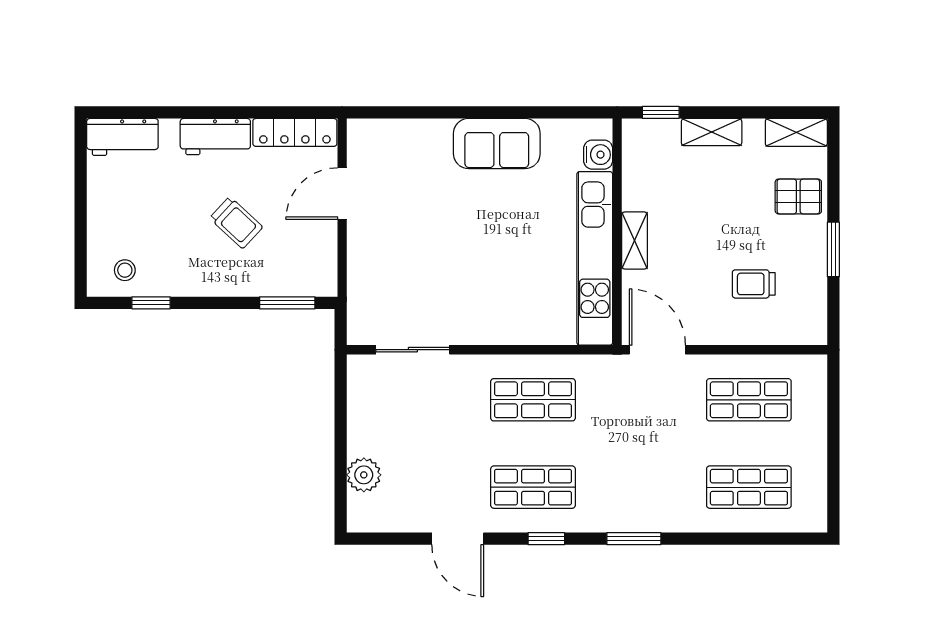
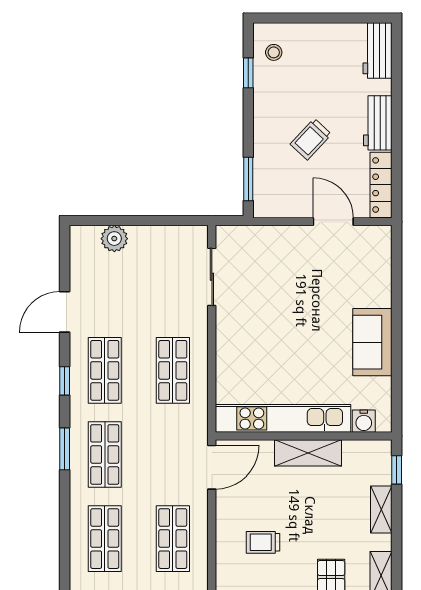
shelving: (635, 241) -> (308, 453), width x1.50, depth x1.33
trolley: (754, 284) -> (263, 542), turned -90
shop shelf: (641, 487) -> (105, 454), added

